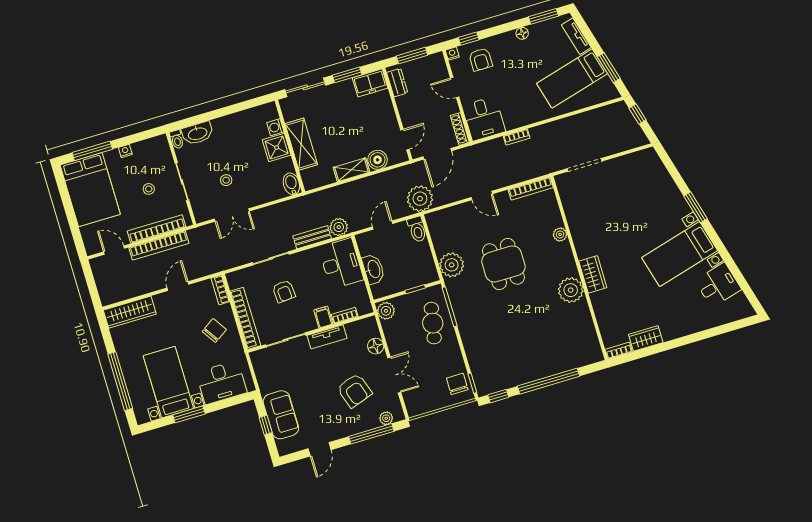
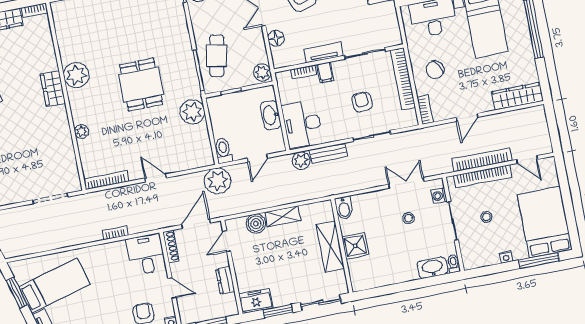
dresser: (397, 83) -> (225, 280), moved
washing machine: (275, 127) -> (439, 196), moved, turned 180
dining table: (503, 264) -> (141, 85), moved

